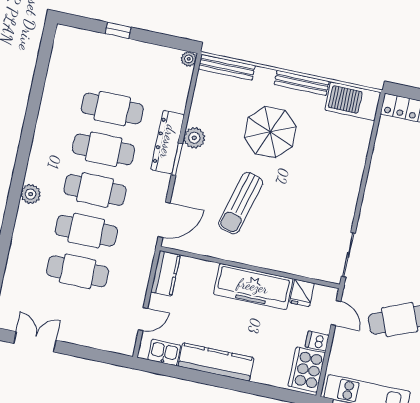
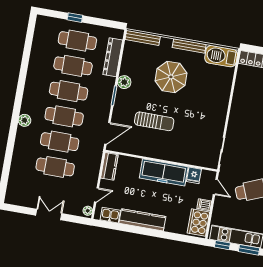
plant: (189, 59) -> (88, 211), moved
cafe table: (121, 68) -> (77, 41), added
dresser: (168, 142) -> (113, 57), moved
sun lounger: (241, 203) -> (154, 121), turned -105
double door: (35, 342) -> (49, 214), moved

